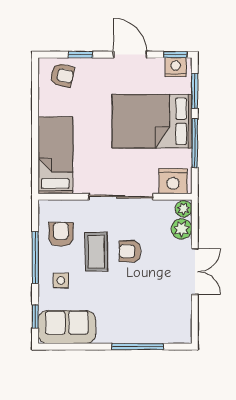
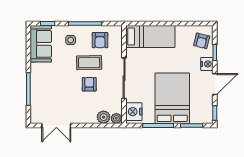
nightstand: (176, 67) -> (207, 64), moved
armchair: (61, 234) -> (100, 40), turned 90
double door: (195, 272) -> (56, 126), moved

